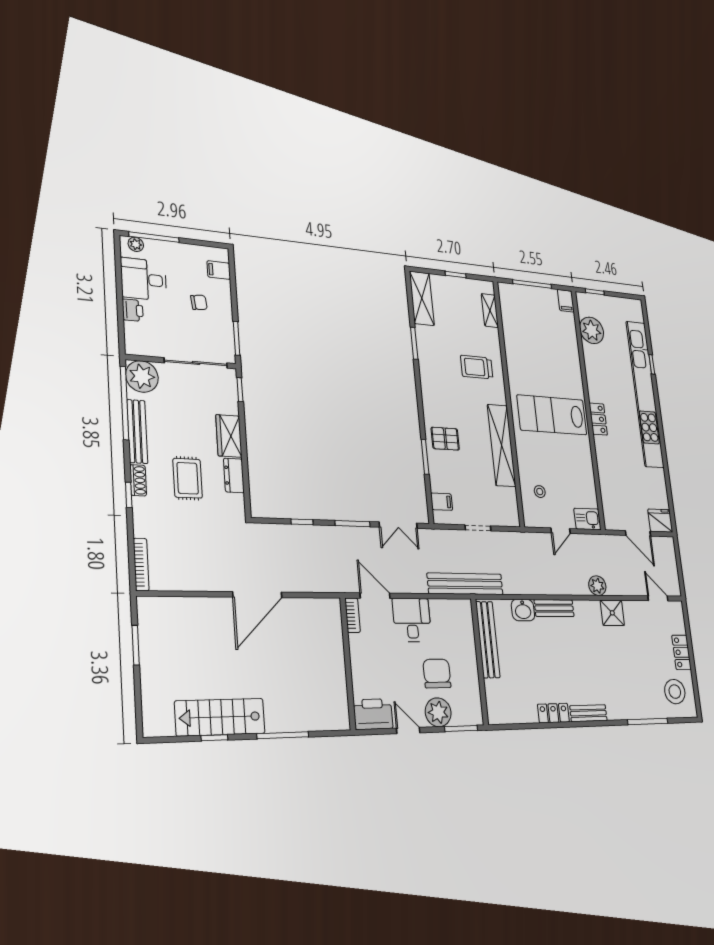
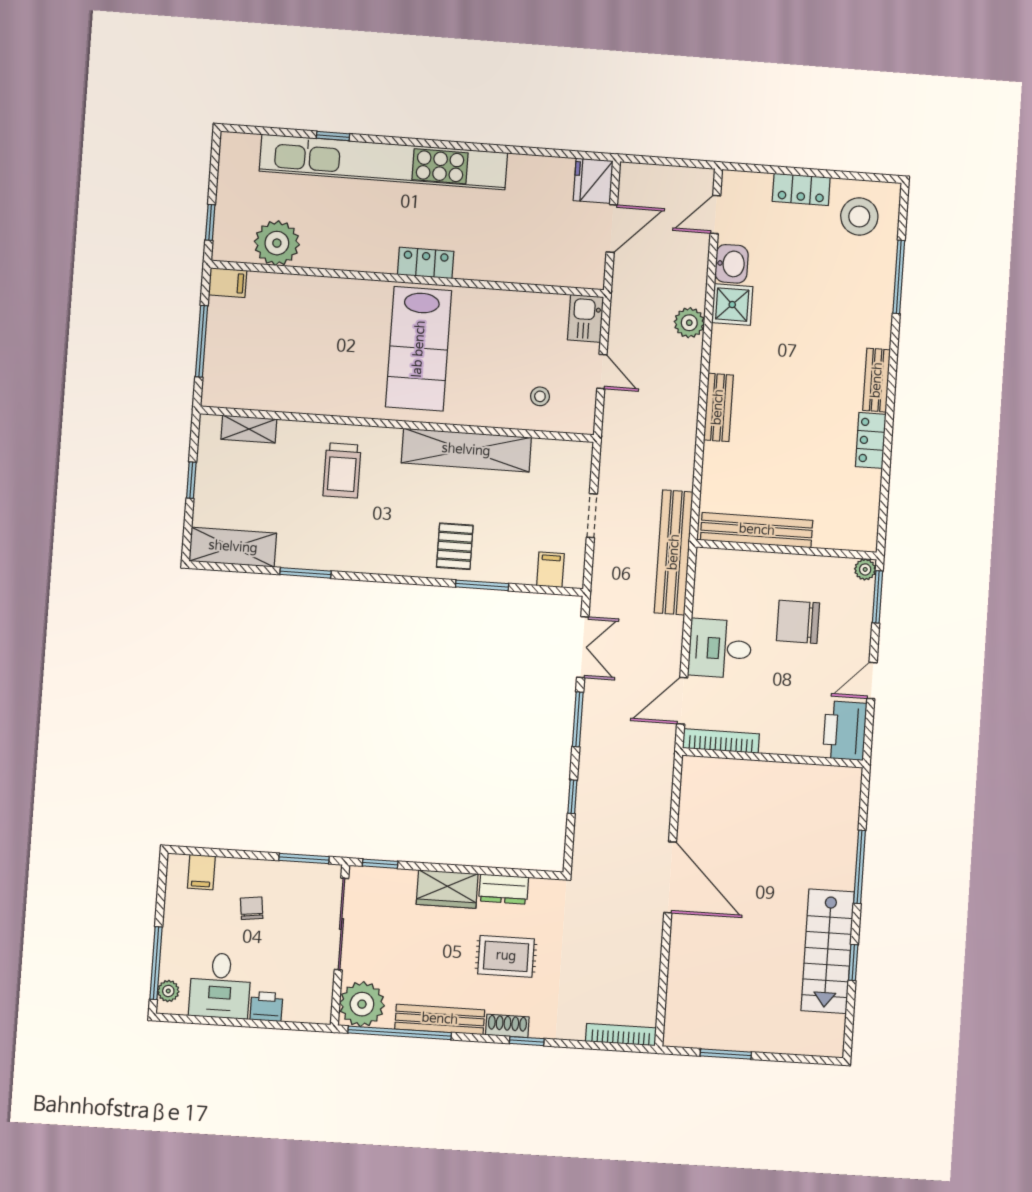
washbasin: (523, 610) -> (731, 264), moved
bookcase: (352, 615) -> (721, 741), width x1.56
plant: (438, 712) -> (865, 569), moved, width x0.53, depth x0.53

